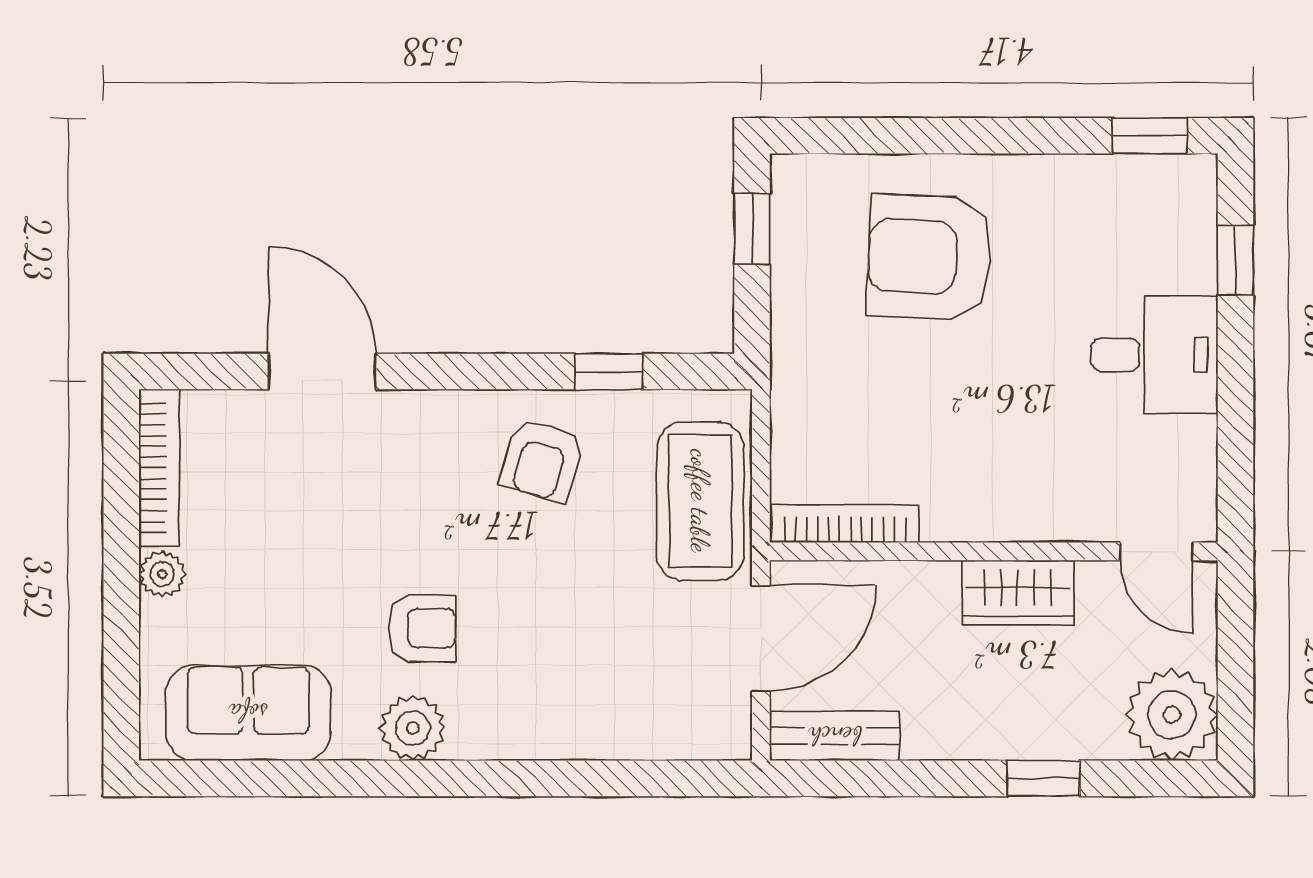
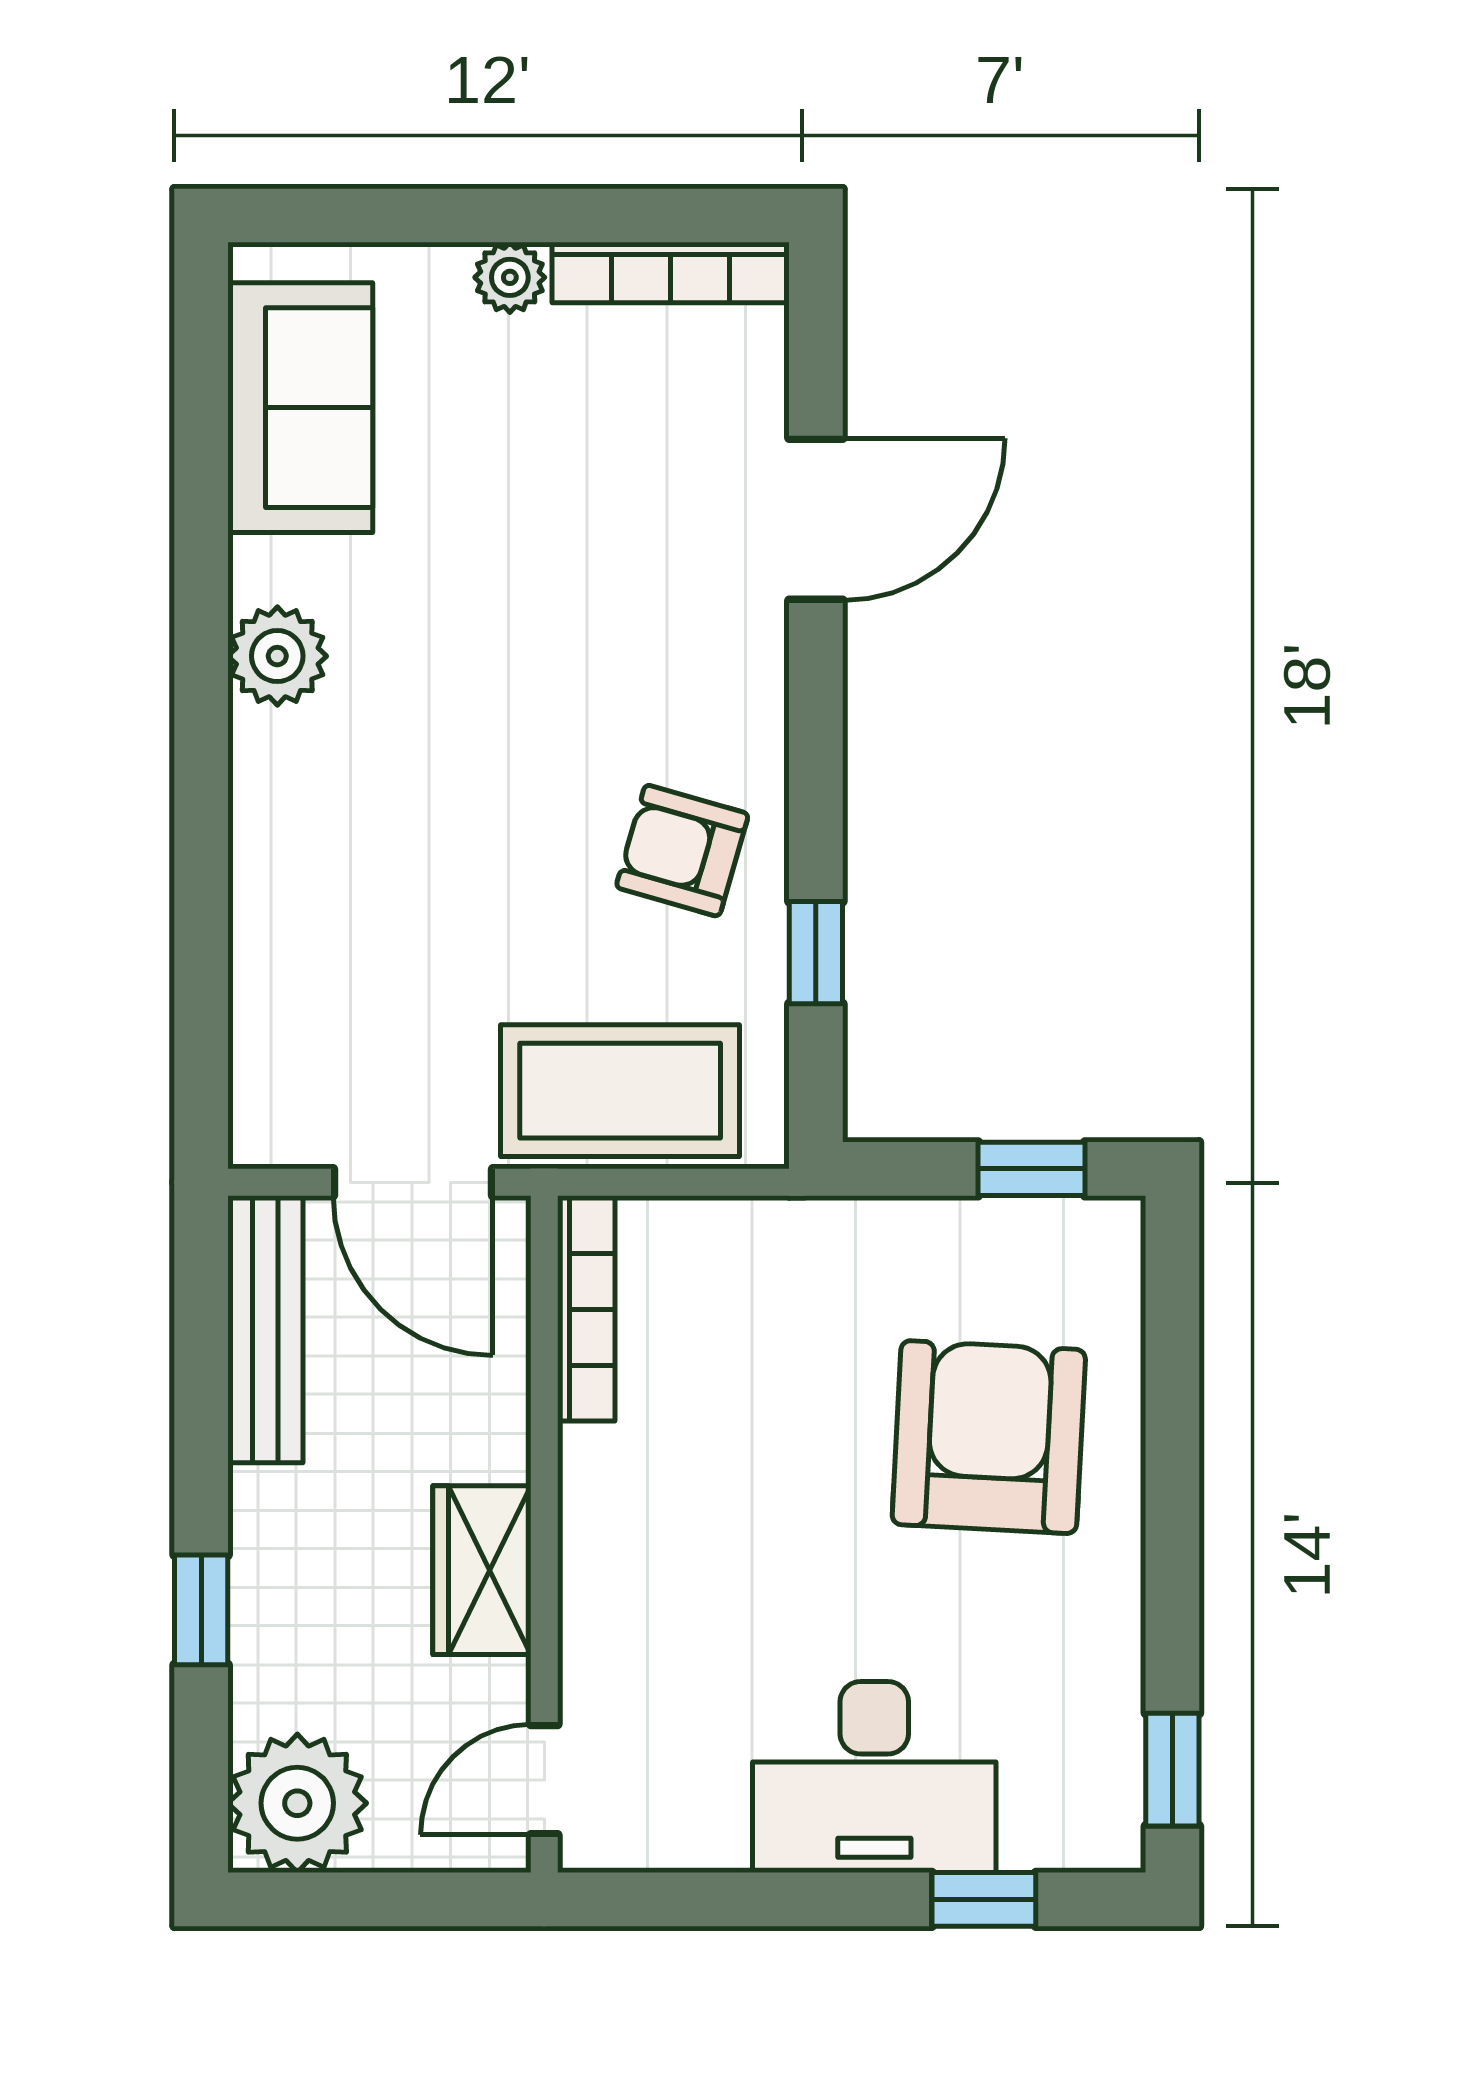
desk: (1155, 355) -> (874, 1777), width x1.37
armchair: (422, 628) -> (428, 670), removed
bench: (835, 736) -> (265, 1329), width x1.36

